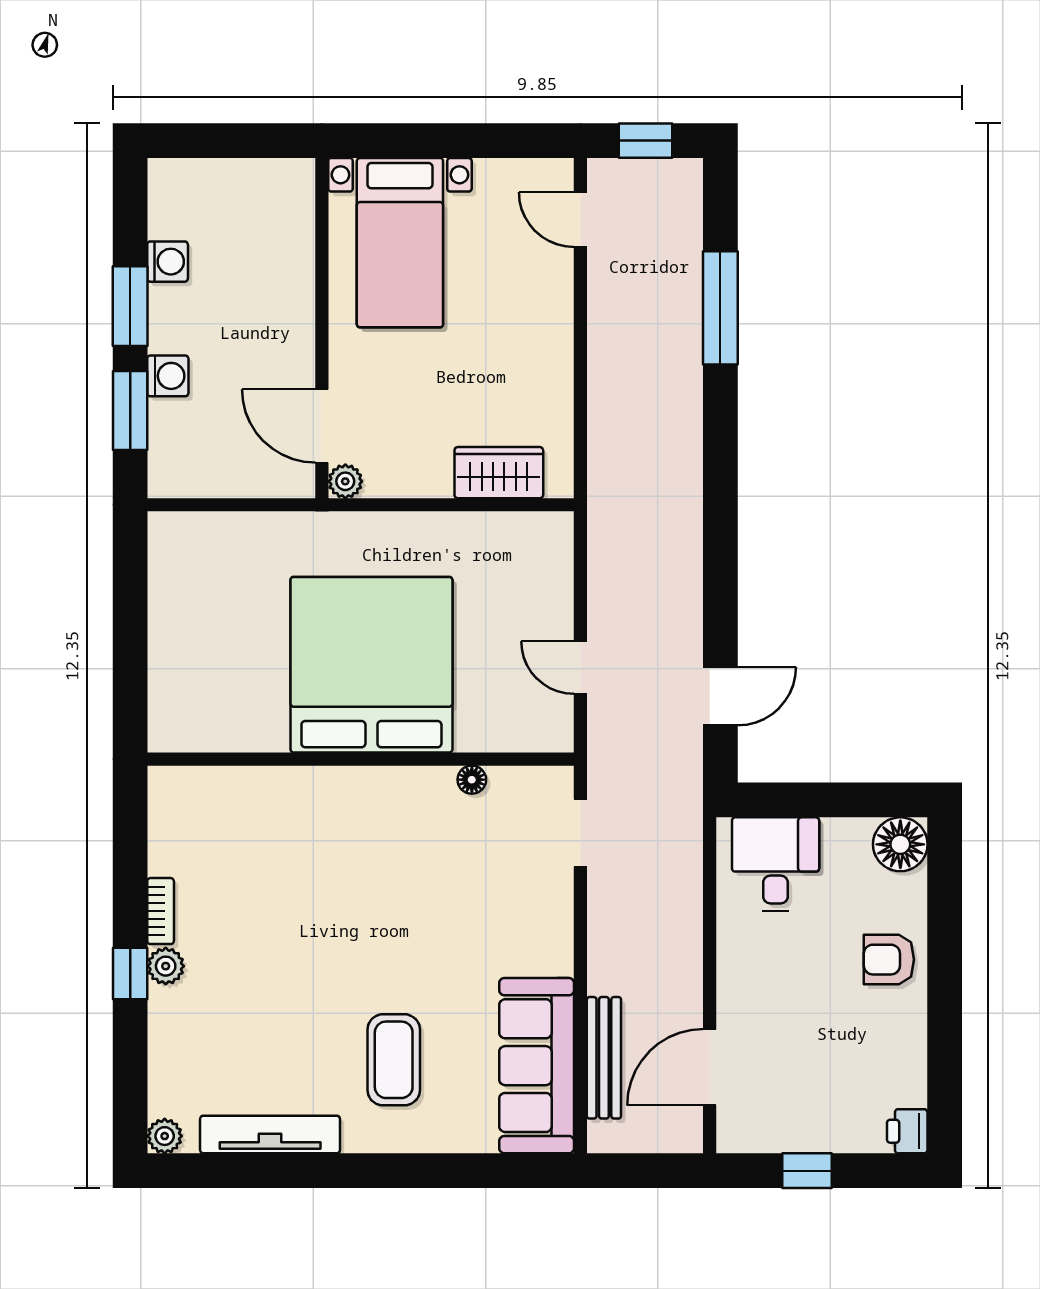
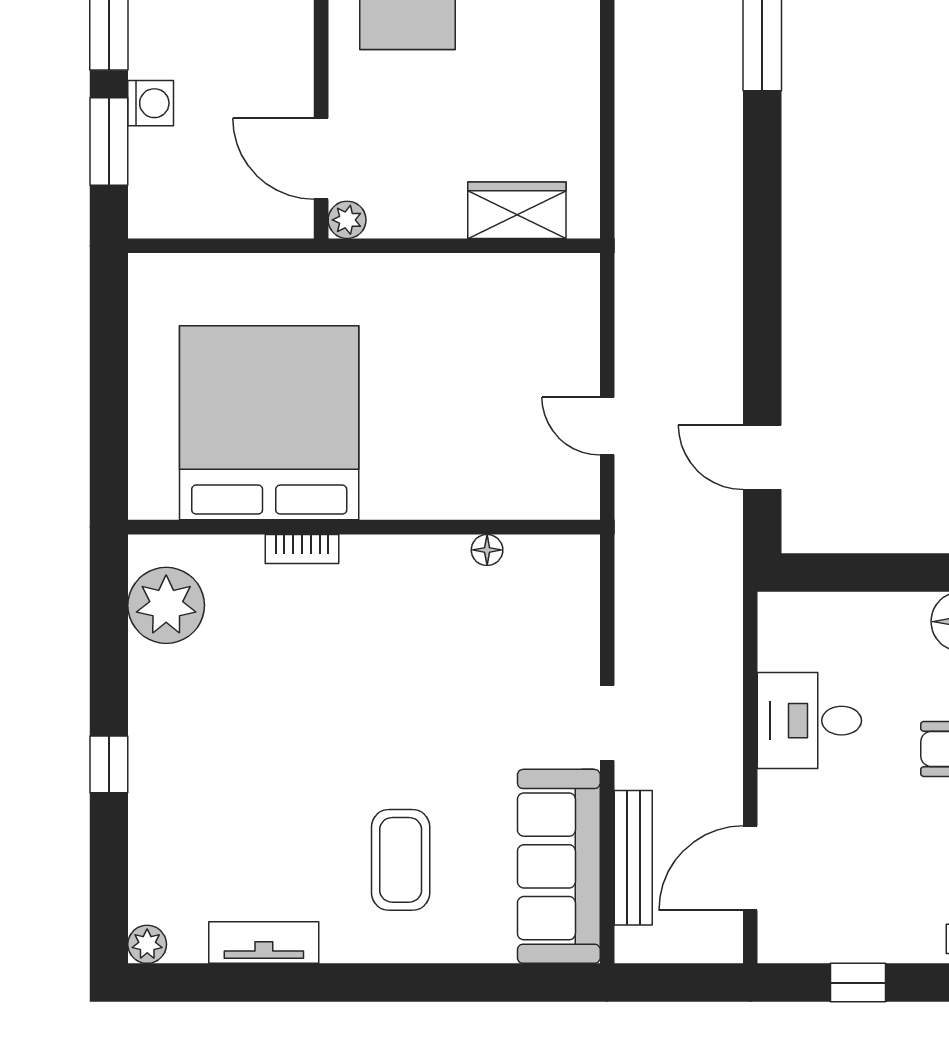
bed: (371, 665) -> (269, 423), moved
door: (720, 696) -> (762, 457), swing flipped
doorway: (580, 833) -> (607, 723), moved
desk: (776, 864) -> (809, 721), moved, turned -90
bookcase: (161, 911) -> (302, 549), moved, turned 90
plant: (166, 966) -> (166, 605), moved, width x1.88, depth x1.88
tv unit: (270, 1134) -> (264, 943), width x0.71

